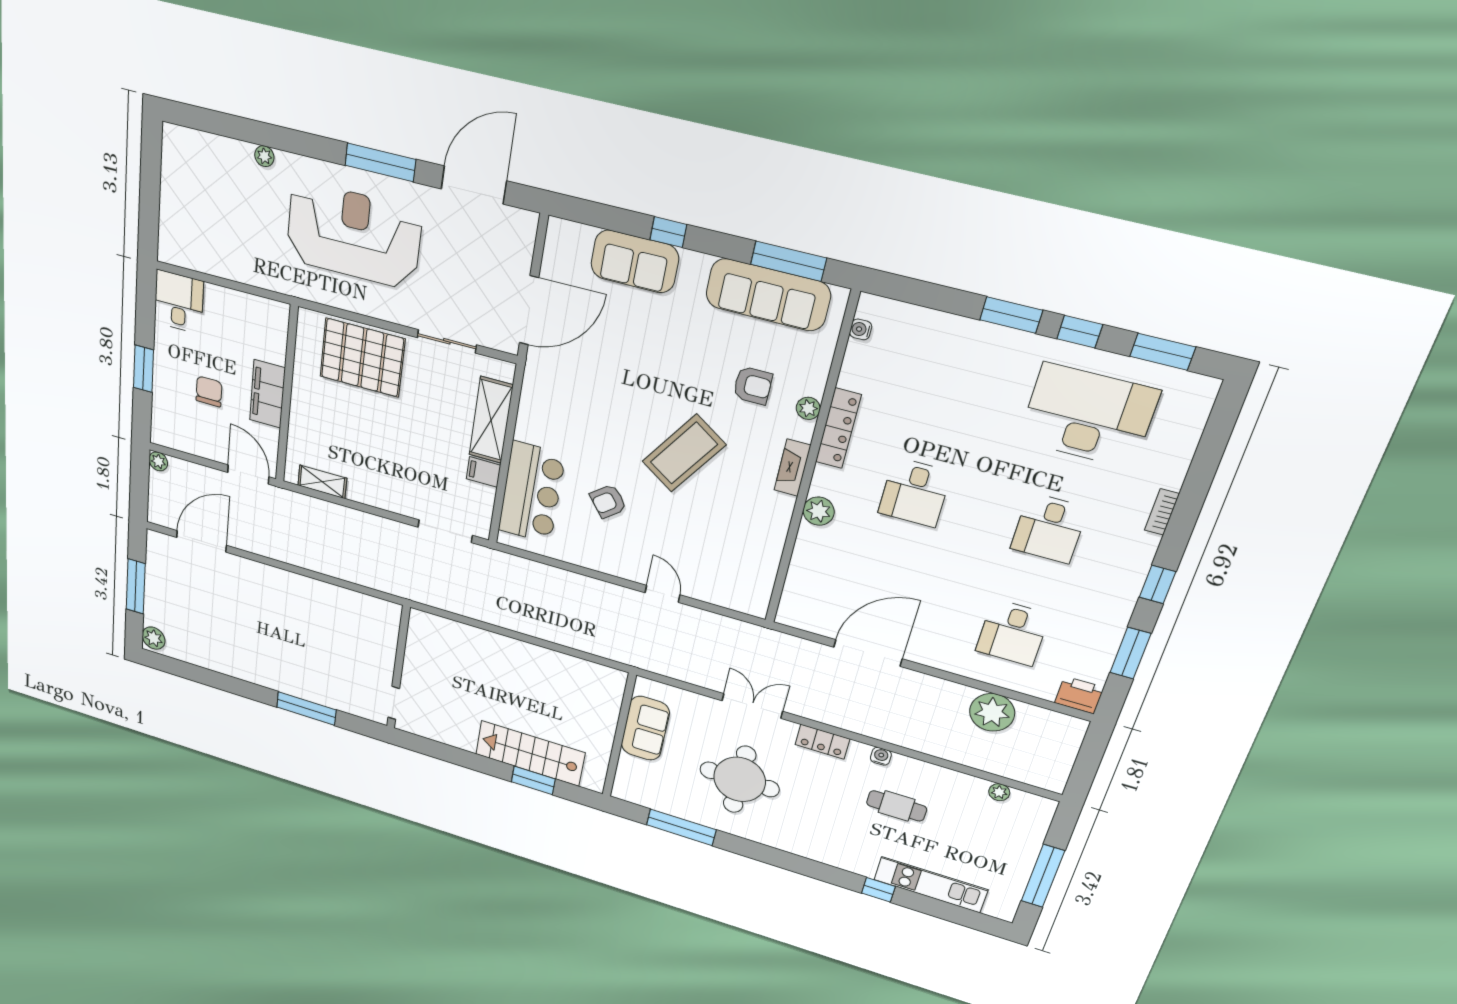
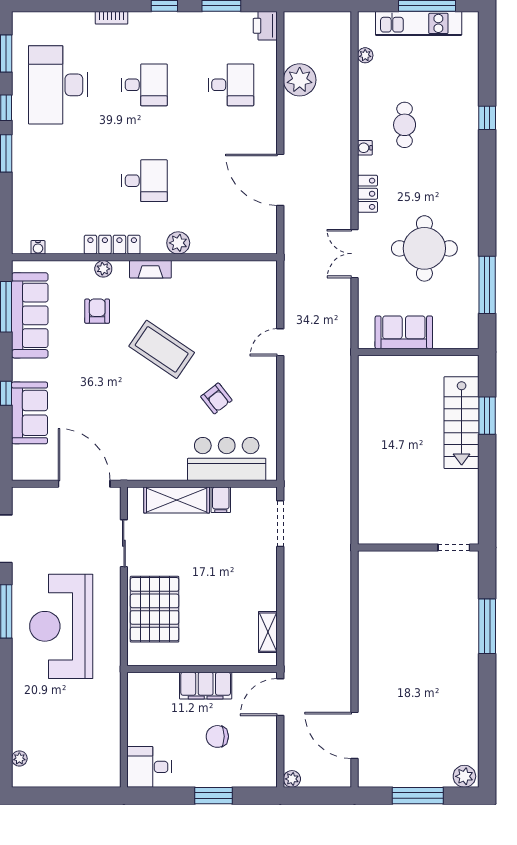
plant: (264, 156) -> (19, 758), moved
kitchen unit: (931, 885) -> (419, 23), moved, turned -90

